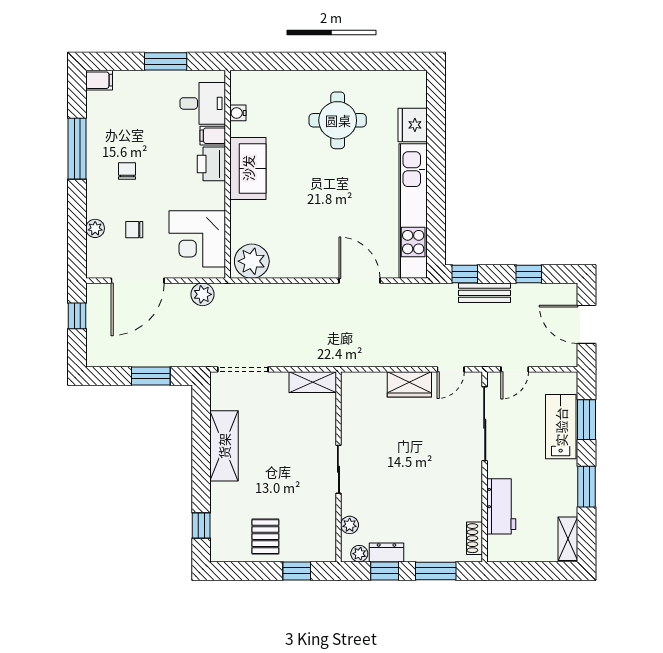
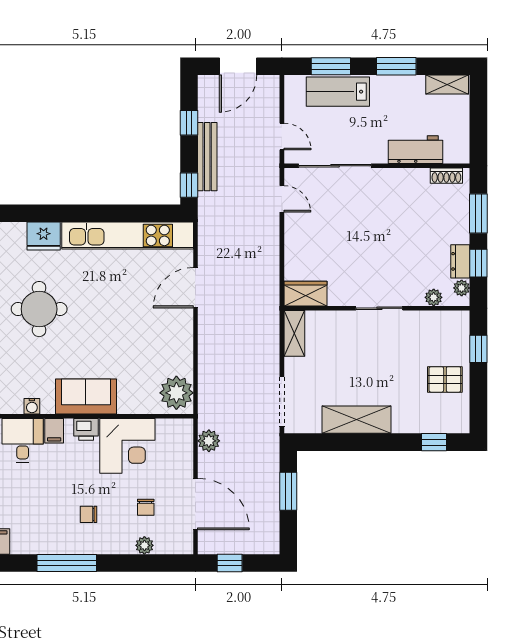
printer: (211, 164) -> (86, 429), width x0.73, depth x0.81
corner desk: (197, 239) -> (127, 446), moved
bench: (485, 293) -> (207, 157), width x1.36
wardrobe: (409, 384) -> (305, 294), moved, turned -90

